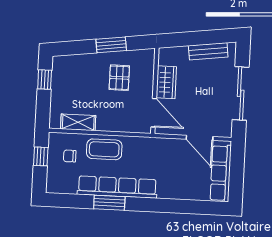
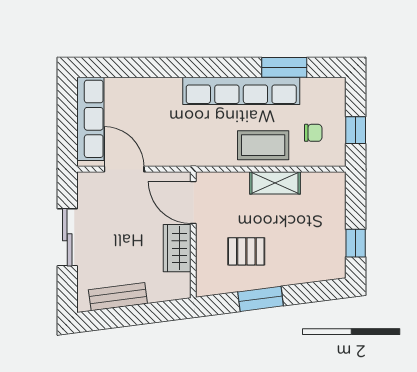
pallet: (119, 78) -> (246, 251), turned 90
sliding door: (241, 93) -> (67, 237), width x0.73
shelving: (78, 122) -> (275, 183), moved
window: (109, 203) -> (284, 67), moved

